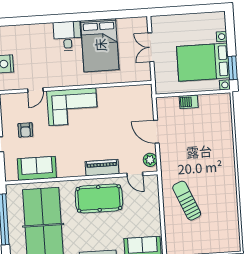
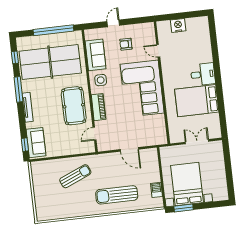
barbecue: (189, 102) -> (156, 190), moved
corner sofa: (72, 107) -> (142, 89), width x1.36, depth x1.36
door: (156, 132) -> (129, 149), swing flipped
sun lounger: (212, 150) -> (117, 195), added
plant: (150, 160) -> (107, 145), removed
side table: (69, 164) -> (101, 80), added

